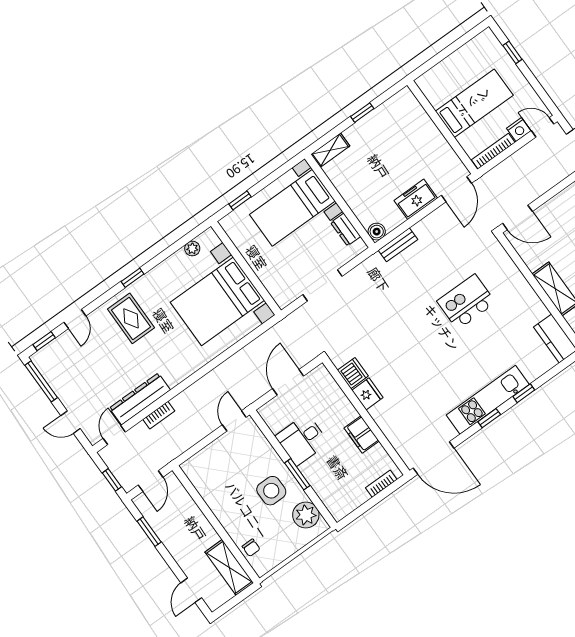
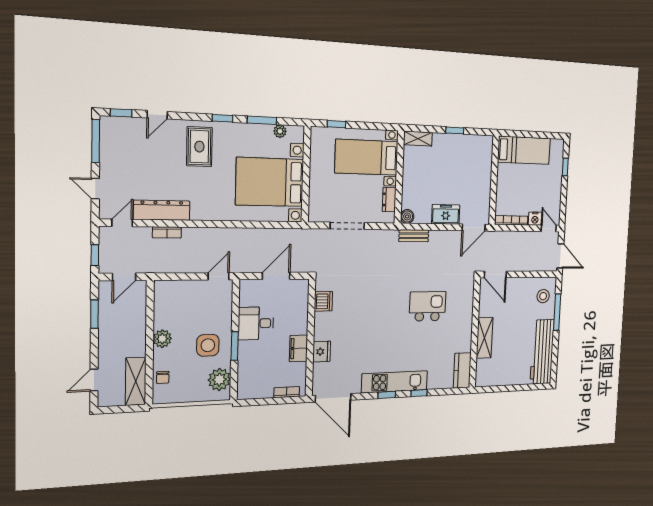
bed: (474, 103) -> (524, 150), moved
window: (169, 252) -> (262, 120), added
fridge: (367, 394) -> (322, 352), moved
plant: (225, 513) -> (162, 339), added

